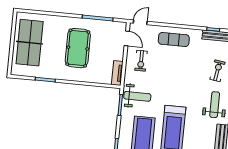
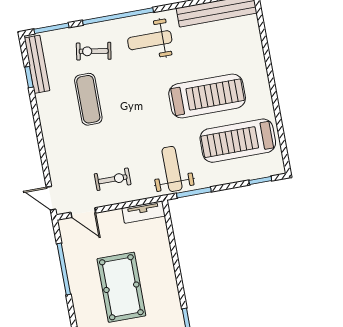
door: (127, 38) -> (83, 213), swing flipped
exercise mat: (174, 39) -> (88, 99), moved
pool table: (78, 48) -> (121, 287), turned 90

